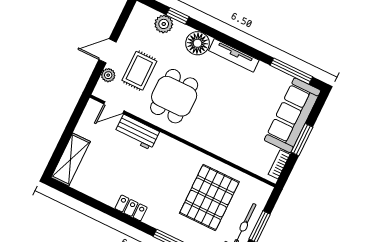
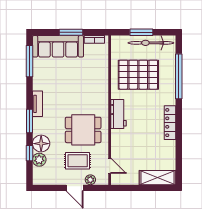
window: (217, 35) -> (29, 121), added
floor lamp: (198, 43) -> (41, 144), moved
tv unit: (234, 55) -> (37, 104), width x0.71
workbench: (137, 132) -> (118, 114), moved
locker: (131, 208) -> (170, 123), width x1.53

